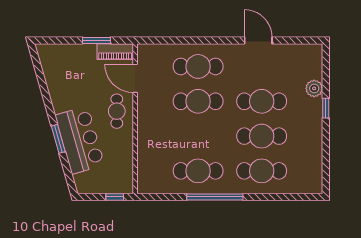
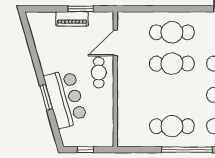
piano: (115, 52) -> (72, 19), moved
door: (135, 78) -> (115, 43), hinge flipped
window: (115, 197) -> (85, 150), moved

